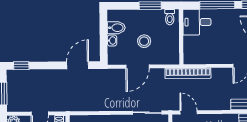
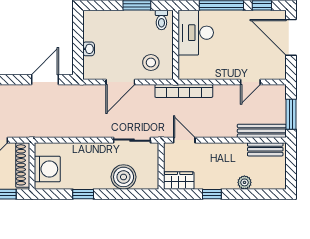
desk: (197, 22) -> (196, 33), width x1.37
bidet: (116, 28) -> (94, 33), removed
stool: (144, 41) -> (151, 62), moved

